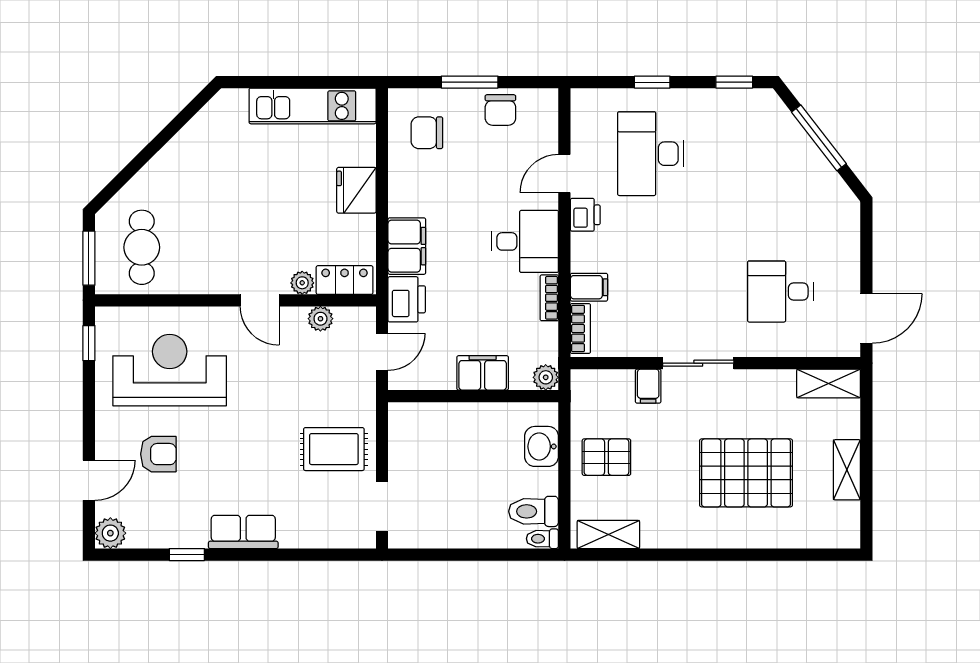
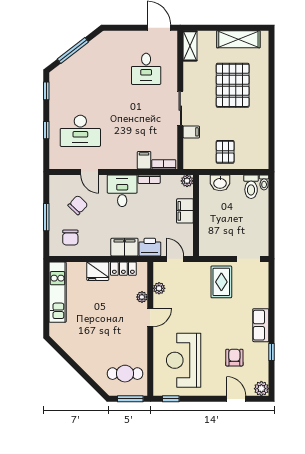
chair: (500, 110) -> (78, 205), moved, turned -46
printer: (585, 215) -> (109, 162), removed
locker: (345, 280) -> (123, 269), moved, turned -90
armchair: (158, 454) -> (234, 358), moved
shelving: (847, 470) -> (238, 39), width x1.50, depth x1.33
shelving: (608, 534) -> (262, 151), removed

